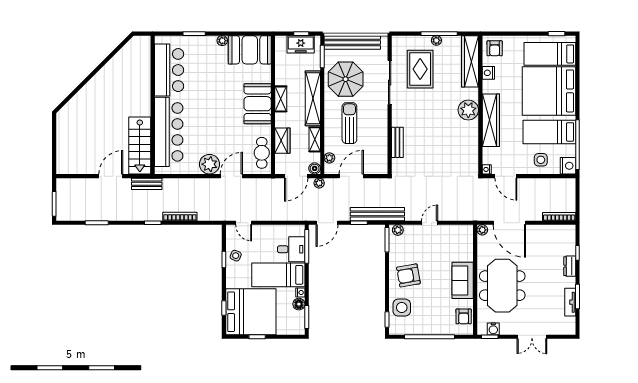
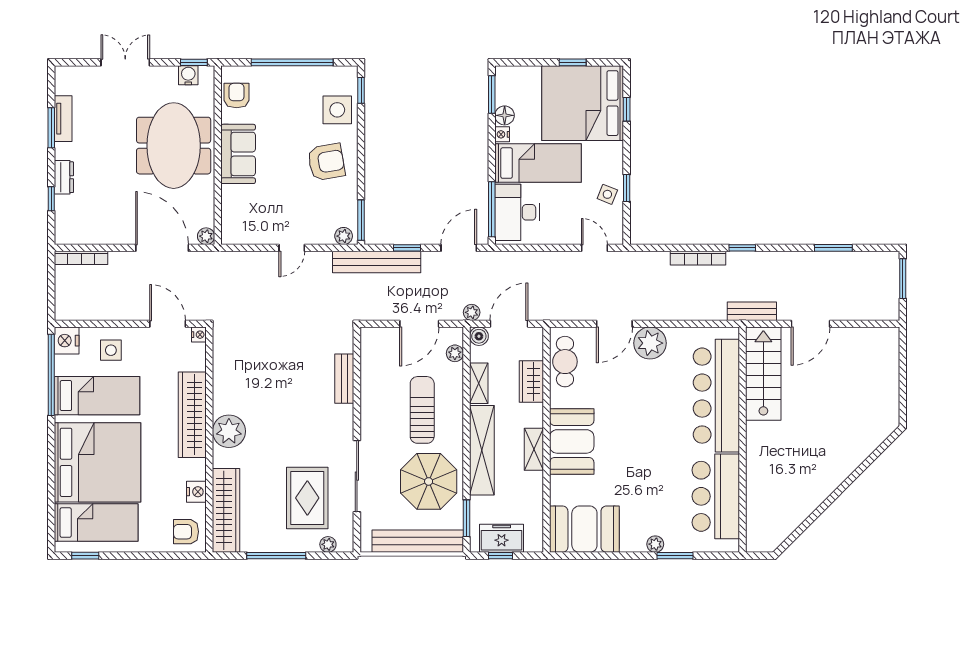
plant: (436, 40) -> (328, 544), moved
plant: (222, 41) -> (655, 544), moved
armchair: (495, 48) -> (186, 532), turned -90
sun lounger: (349, 123) -> (422, 410), turned 180
desk: (291, 249) -> (517, 212), width x1.37

